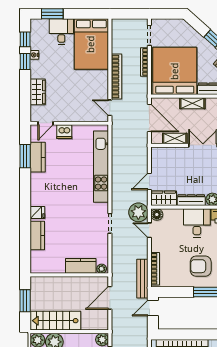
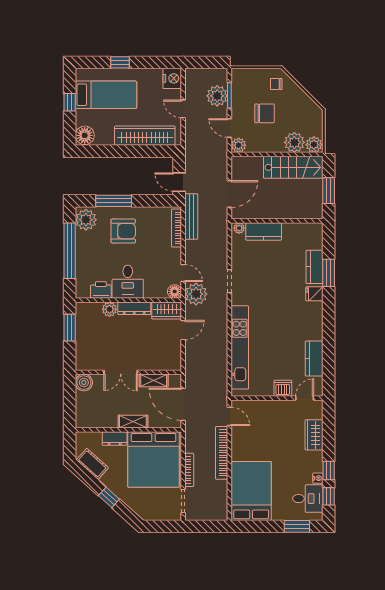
desk: (61, 32) -> (308, 499), moved, turned -90
window: (25, 156) -> (329, 273), moved
door: (153, 308) -> (179, 182), swing flipped

